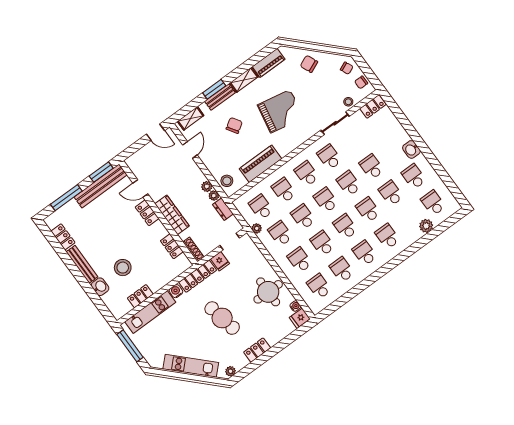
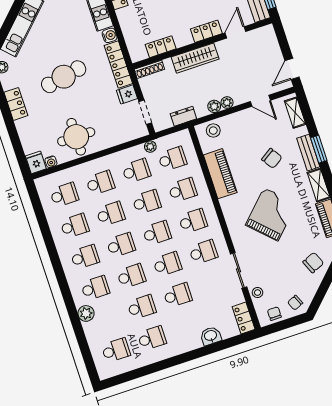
grand piano: (280, 111) -> (271, 214), turned -146
washbasin: (411, 149) -> (211, 336), moved
plant: (214, 196) -> (227, 103), moved
plant: (426, 226) -> (86, 313), moved

